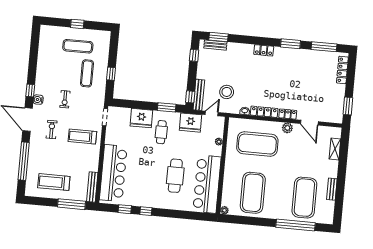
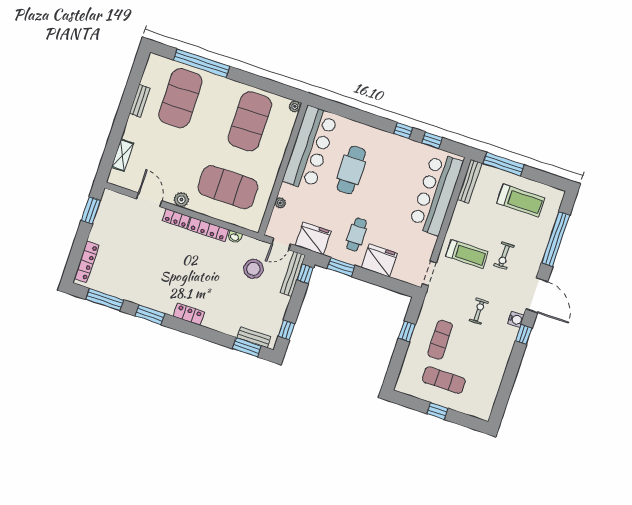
exercise bike: (52, 130) -> (504, 256), moved

